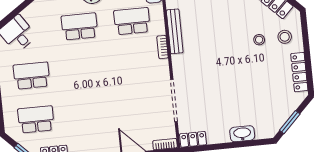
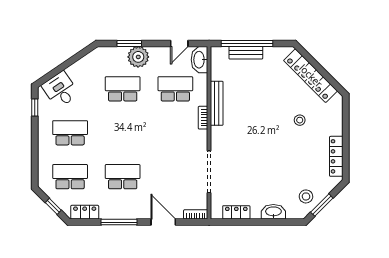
stool: (285, 37) -> (306, 196), moved
school desk: (88, 114) -> (123, 177), added
locker: (193, 139) -> (236, 212), moved

